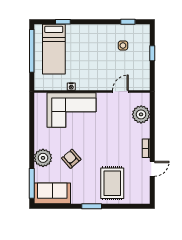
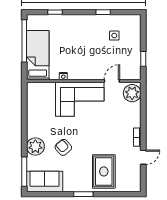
window: (128, 22) -> (103, 12), moved
bed: (54, 49) -> (38, 55), moved, turned 180
window: (152, 53) -> (143, 59), moved
corner sofa: (71, 110) -> (80, 99), moved
plant: (141, 114) -> (132, 93), moved

